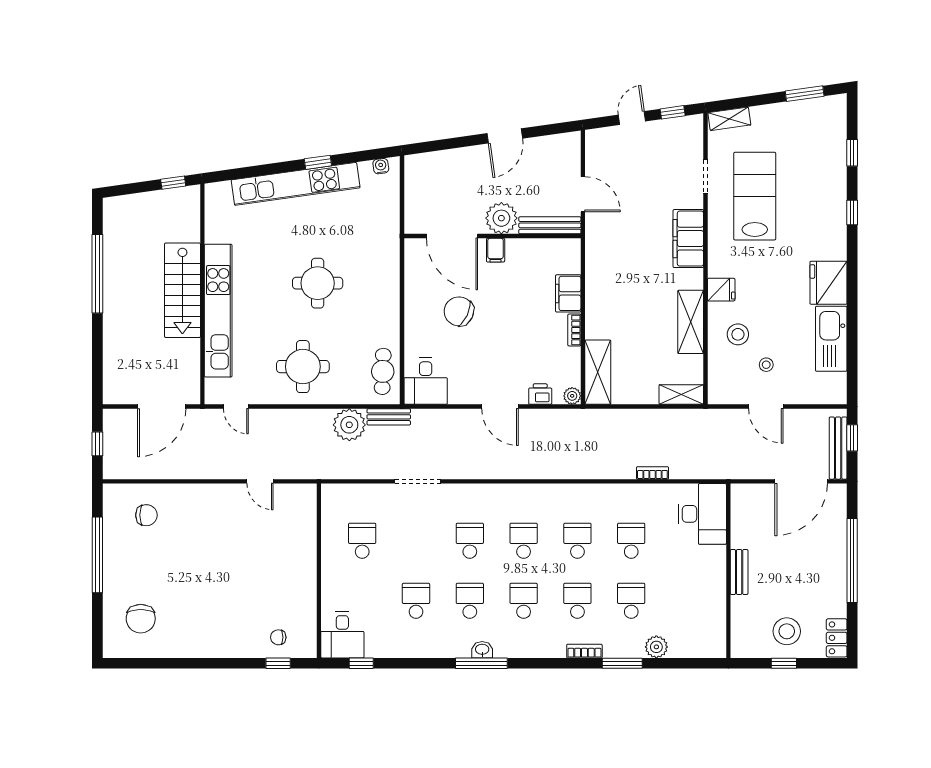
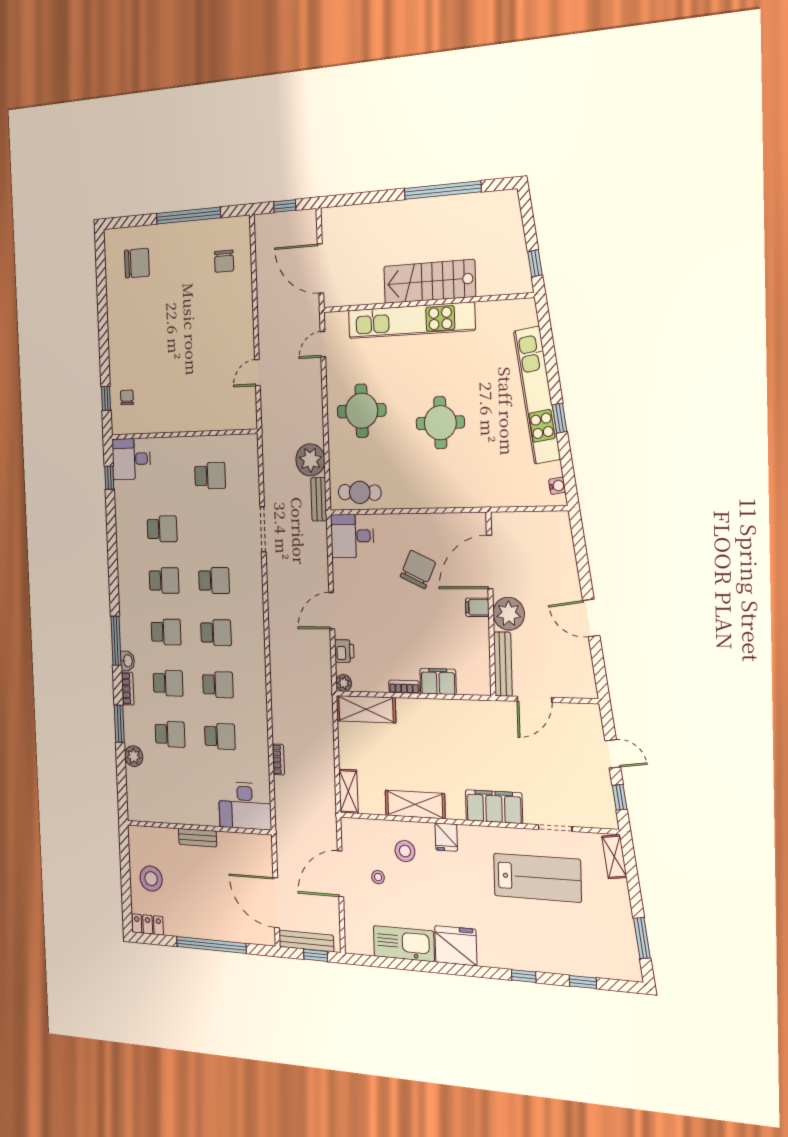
door: (766, 407) -> (340, 874), width x1.36
chair: (141, 619) -> (137, 263), turned 180
washbasin: (482, 650) -> (128, 661), moved
window: (481, 663) -> (116, 641), moved
window: (784, 663) -> (125, 874), removed

